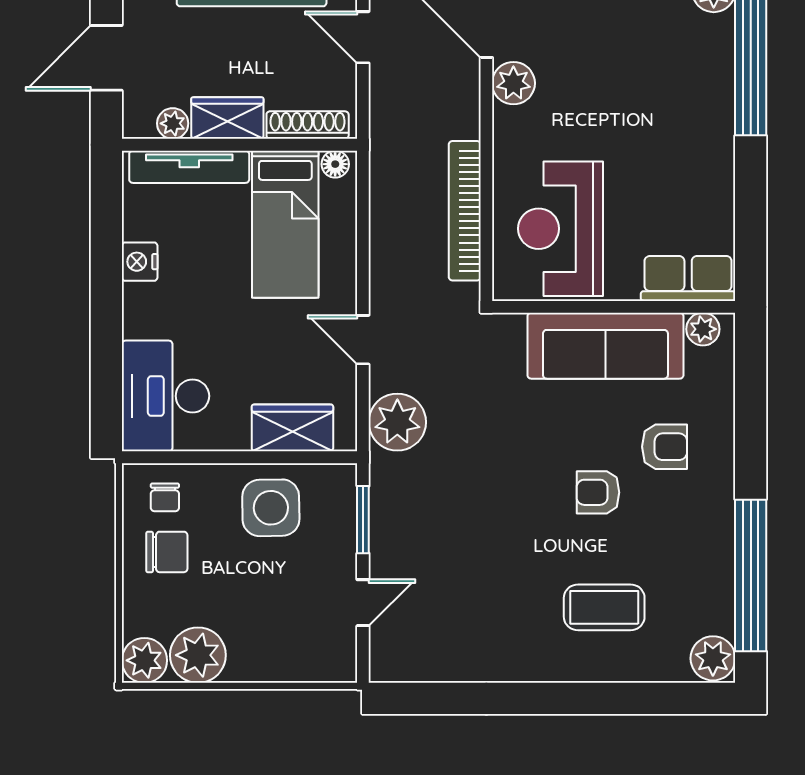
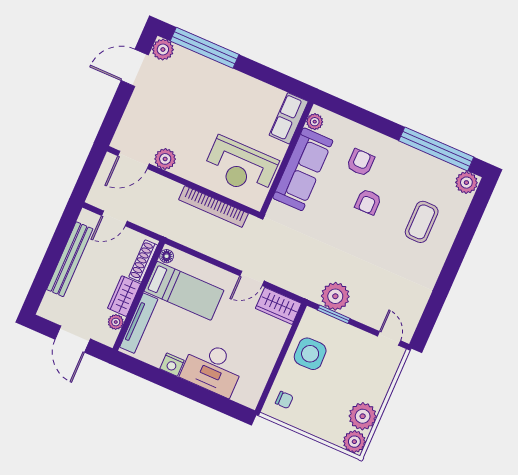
desk: (165, 396) -> (213, 368), moved
plant: (397, 422) -> (335, 296), moved
wardrobe: (292, 428) -> (278, 306), moved, turned -90
chair: (167, 552) -> (310, 410), removed
door: (363, 603) -> (389, 338), moved

